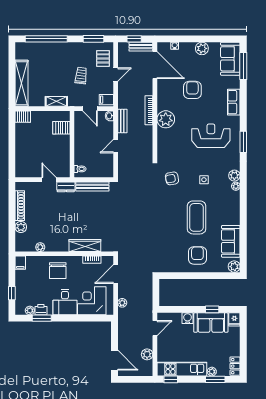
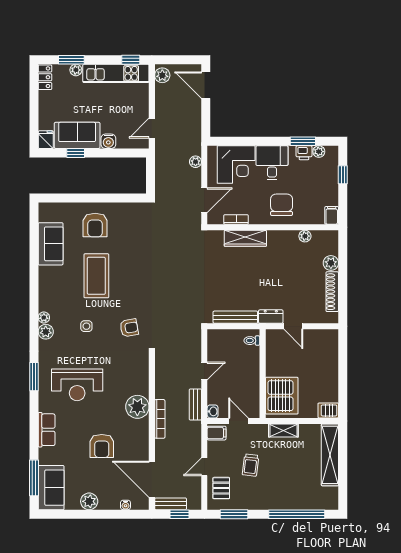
server rack: (61, 128) -> (282, 396), width x2.18, depth x1.44
plant: (234, 267) -> (46, 210), removed
plant: (147, 354) -> (162, 75), moved

